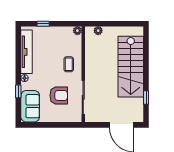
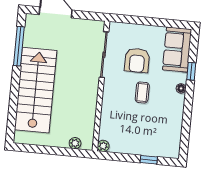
tv unit: (27, 52) -> (175, 124), removed
coffee table: (69, 64) -> (142, 93), moved
armchair: (59, 96) -> (137, 60), turned -90
window: (146, 98) -> (19, 46), width x2.17

